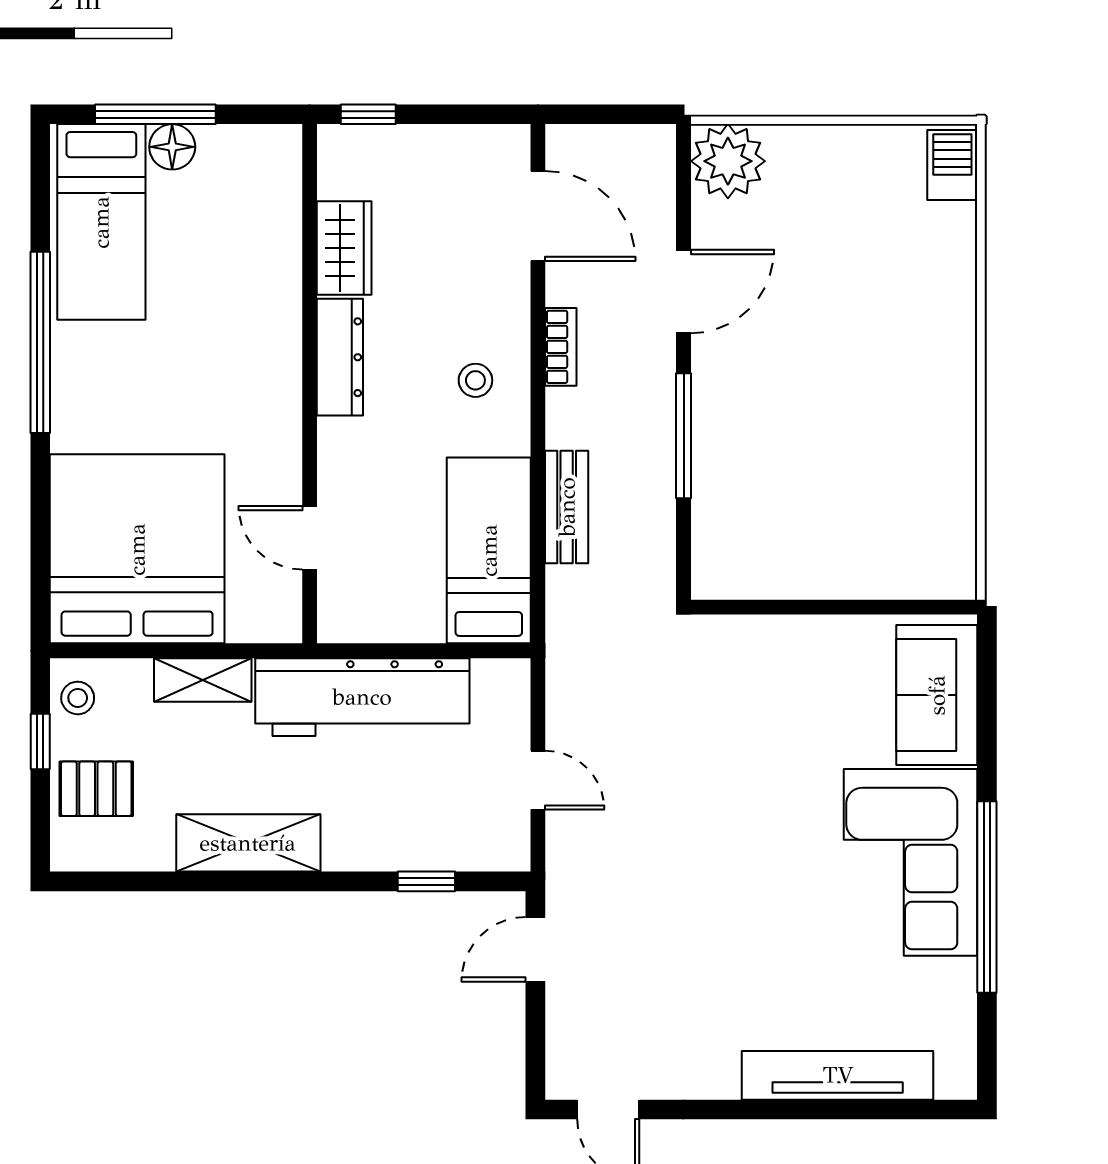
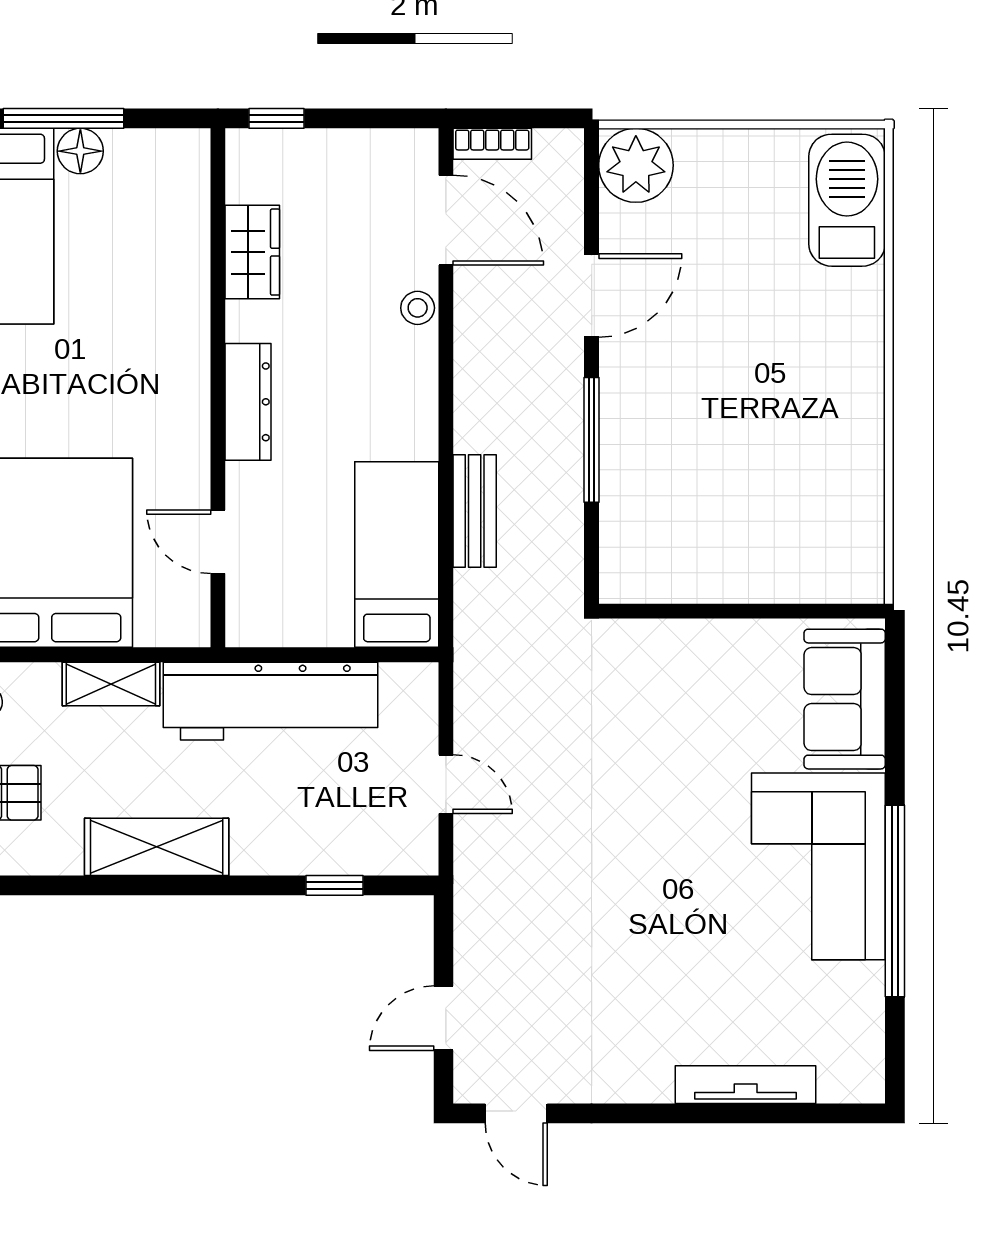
barbecue: (952, 165) -> (847, 200), width x1.88, depth x1.53
bookcase: (561, 347) -> (492, 144), moved, turned 90
dresser: (340, 357) -> (248, 402), moved
stool: (475, 380) -> (418, 308), moved
door: (535, 949) -> (443, 1018), moved
tv unit: (838, 1075) -> (746, 1085), width x0.73, depth x0.78

